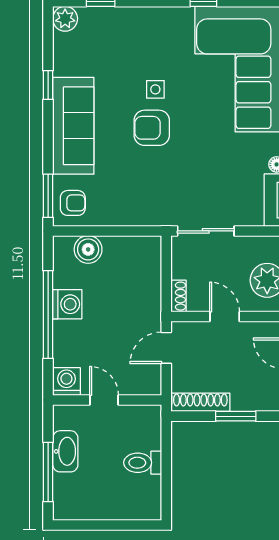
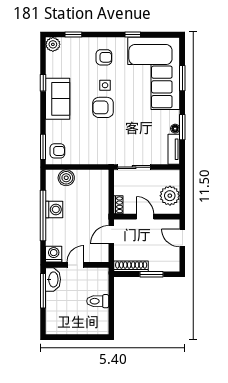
armchair: (153, 41) -> (104, 57), added
sofa: (73, 126) -> (58, 99), width x0.73
door: (104, 400) -> (75, 265), hinge flipped
washbasin: (65, 451) -> (53, 279), moved
window: (48, 472) -> (43, 291), moved

